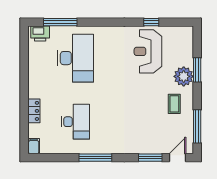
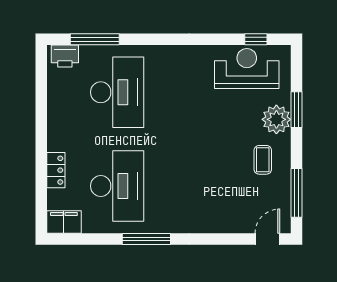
window: (151, 22) -> (256, 39), moved
reception desk: (148, 51) -> (247, 69), moved, turned 90
desk: (75, 122) -> (117, 186), width x1.36, depth x1.30
filing cabinet: (34, 146) -> (64, 222), width x2.00
window: (150, 158) -> (227, 239), removed

